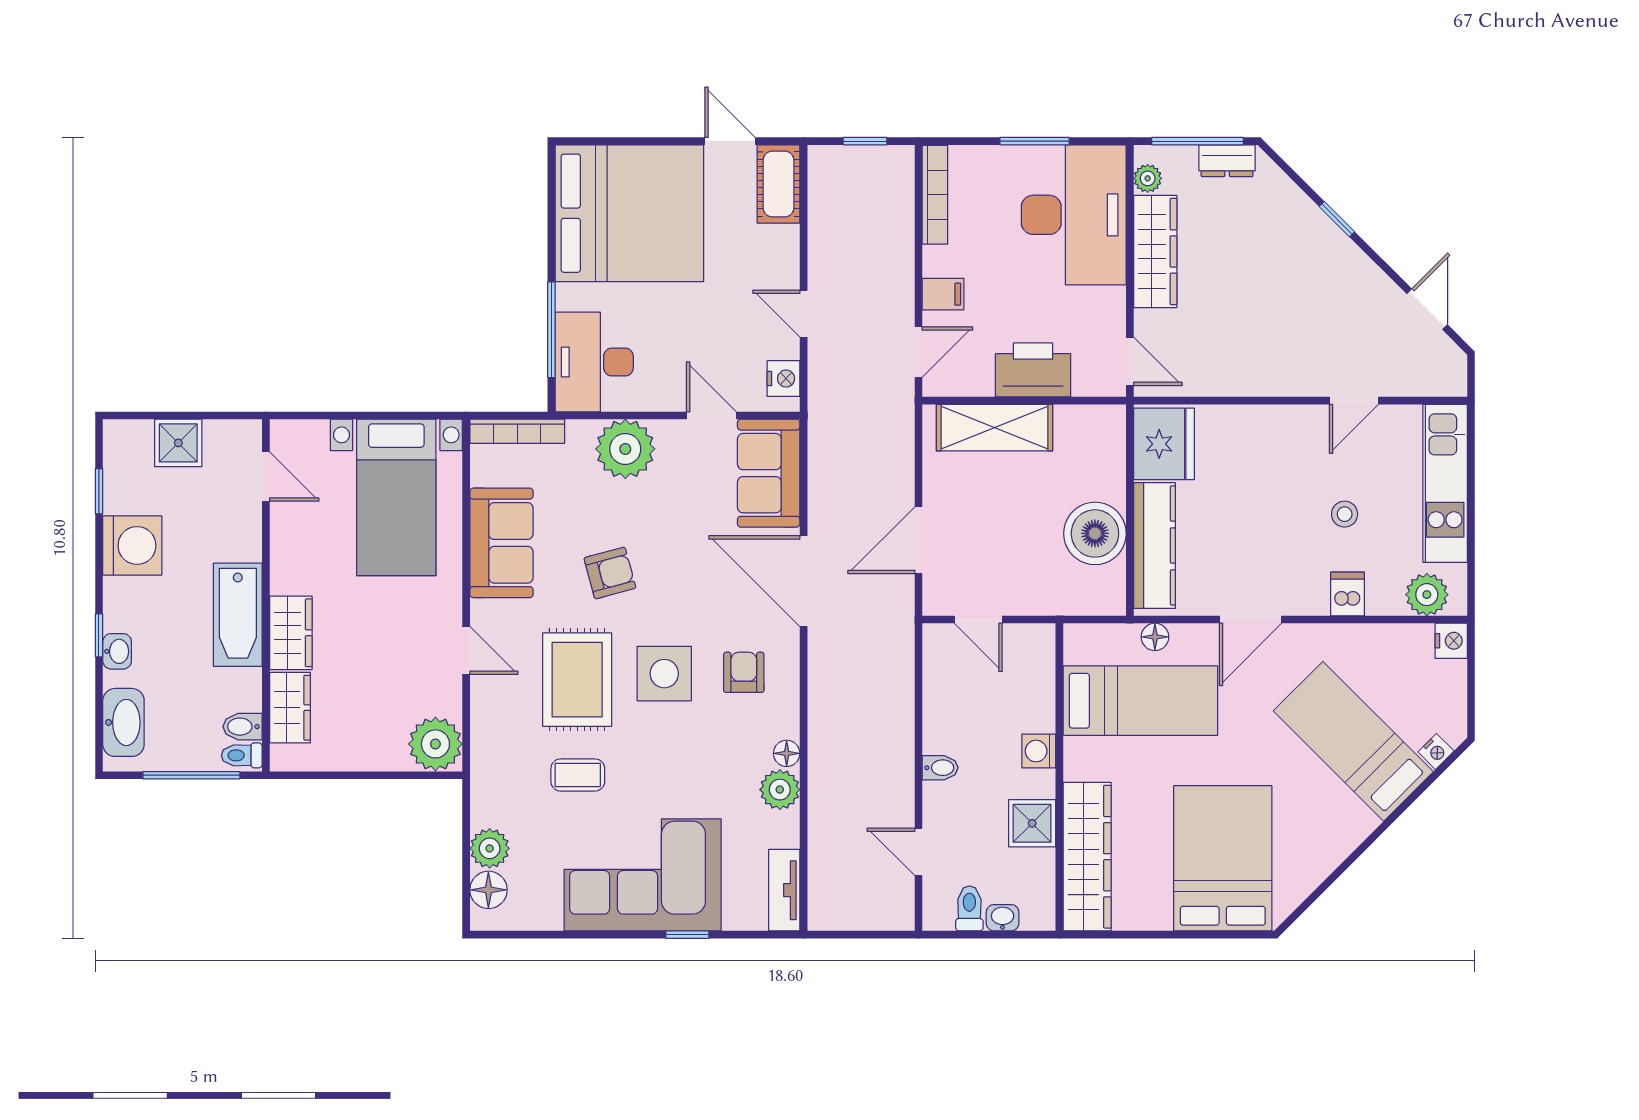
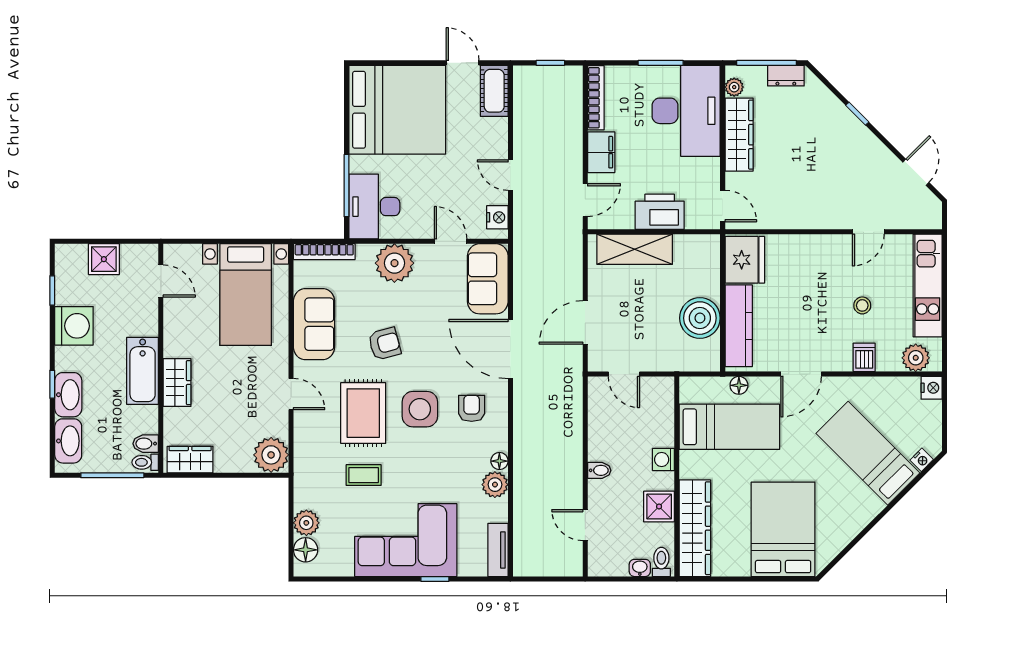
filing cabinet: (943, 294) -> (601, 152), width x2.00
washbasin: (117, 651) -> (68, 395), width x1.91, depth x1.45
wardrobe: (290, 708) -> (190, 460), moved, turned -90
toilet: (969, 908) -> (661, 562), moved

